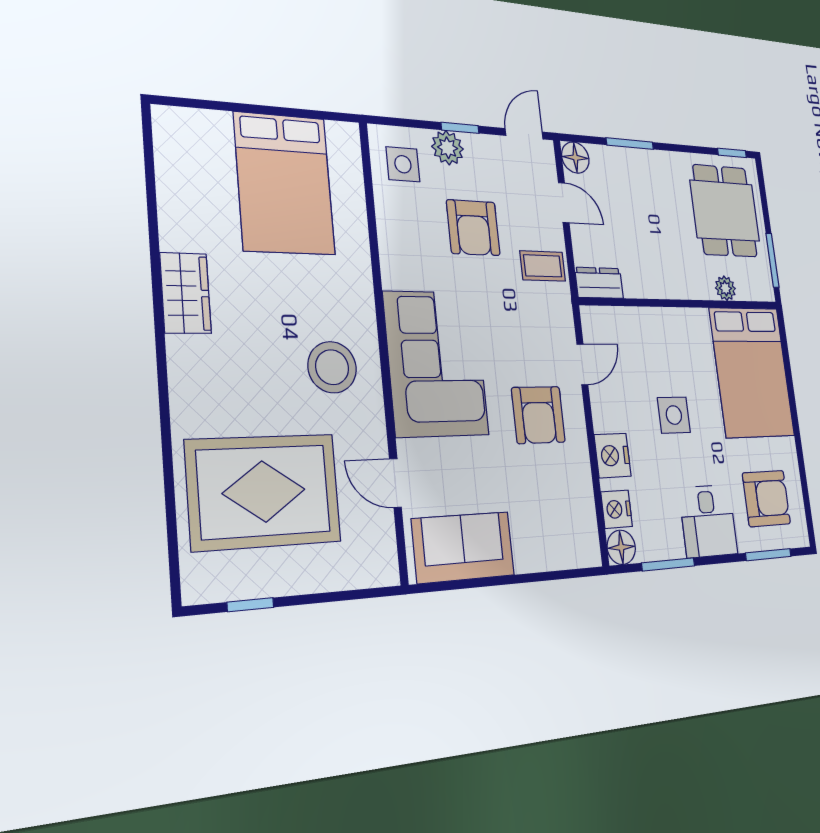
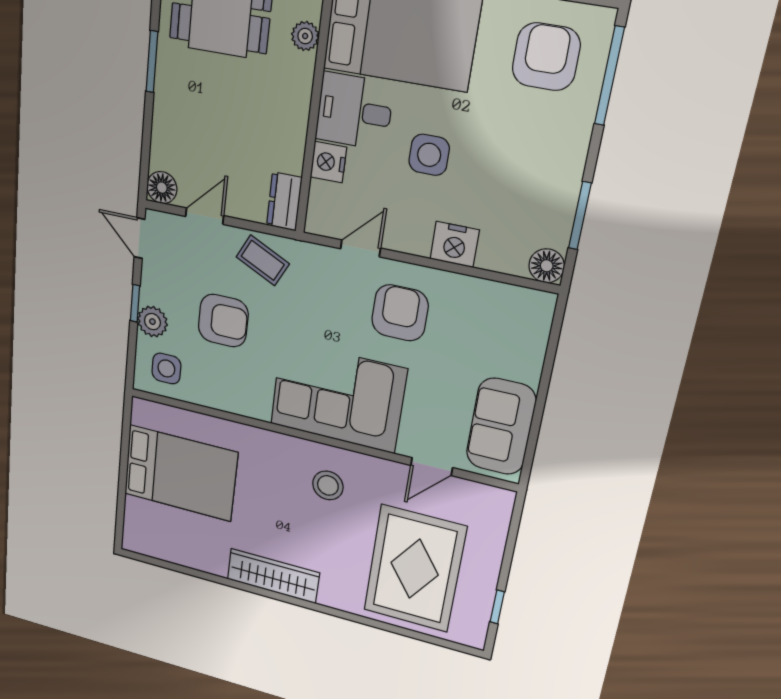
window: (630, 144) -> (152, 62), moved
coffee table: (543, 266) -> (263, 260), turned -64
wardrobe: (186, 293) -> (273, 576), width x1.50
door: (582, 364) -> (360, 248), hinge flipped
stool: (332, 367) -> (328, 485), width x0.73, depth x0.73
armchair: (538, 415) -> (400, 313), turned -90
nightstand: (617, 509) -> (328, 162), moved, turned 90
desk: (708, 521) -> (354, 111), moved, turned 180
window: (768, 555) -> (609, 76), width x1.44

